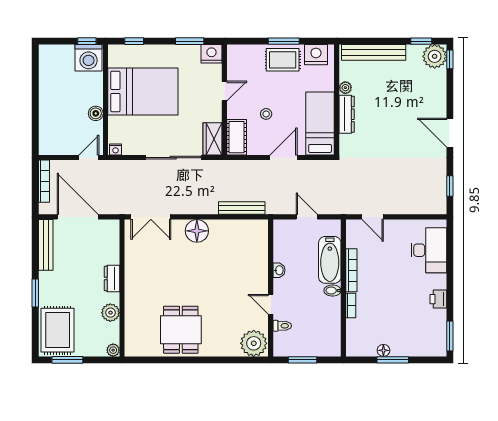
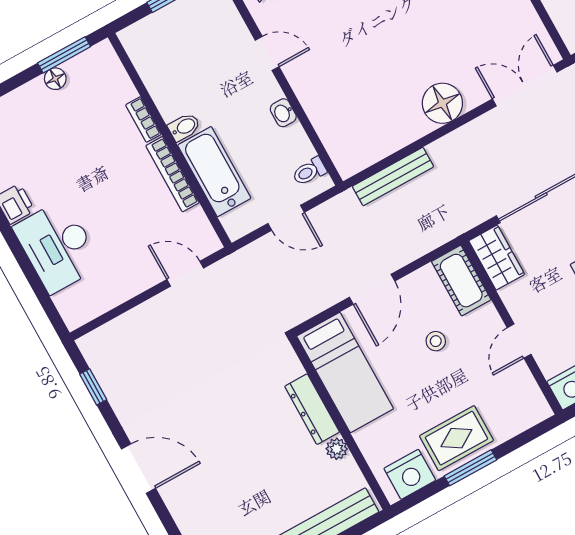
desk: (429, 250) -> (57, 246), moved
toilet: (282, 326) -> (309, 171), moved
window: (393, 360) -> (64, 55), moved

